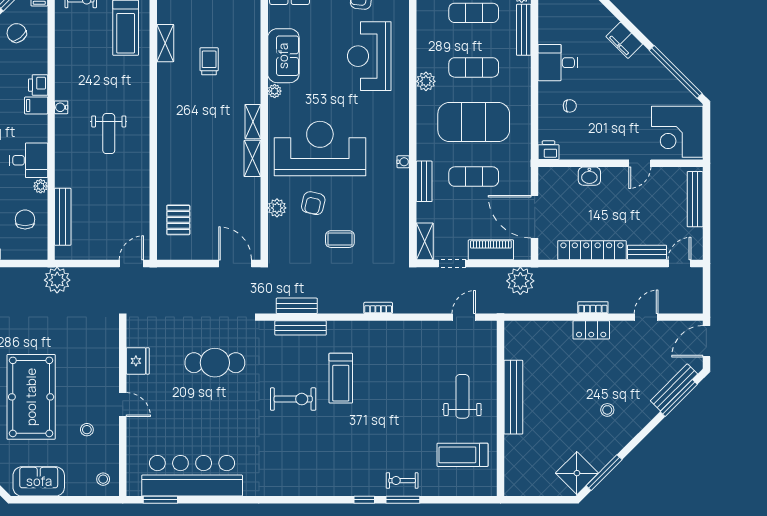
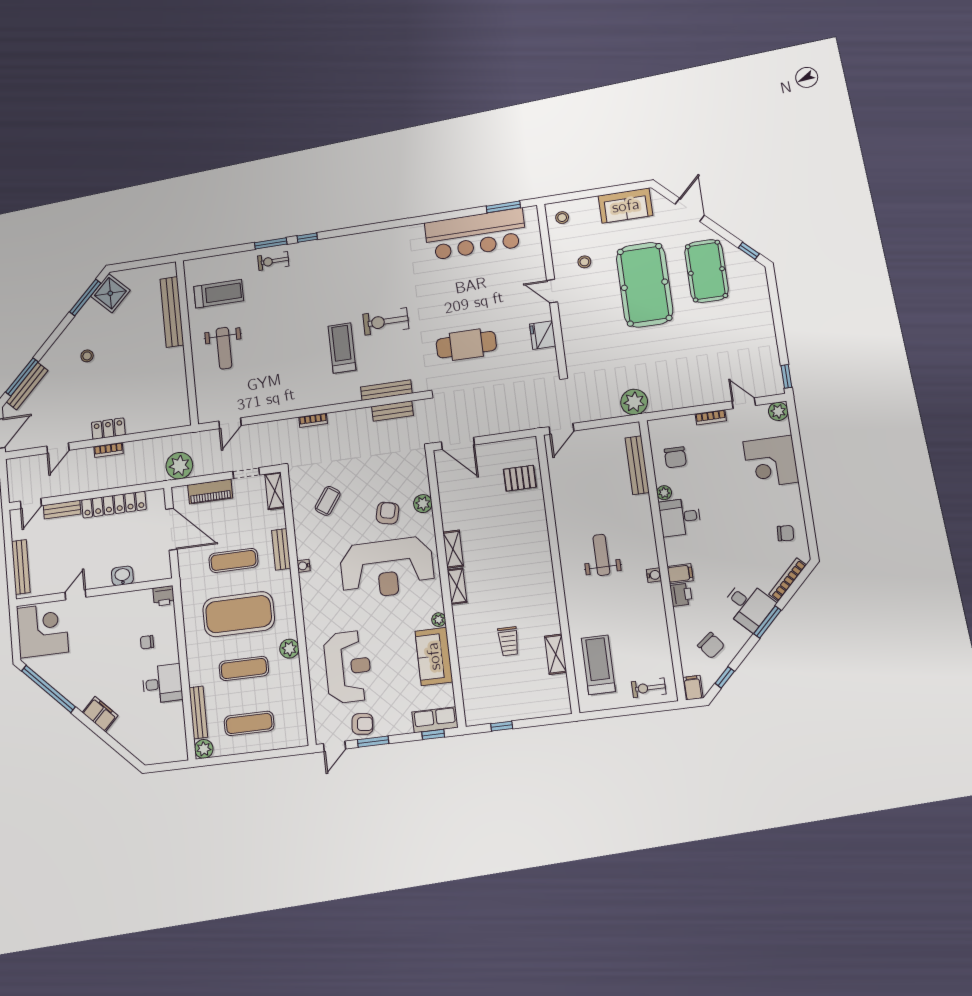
pallet: (178, 220) -> (520, 478), turned 90
coffee table: (340, 239) -> (328, 501), moved, turned -55
bench: (513, 397) -> (172, 312), moved
exercise bike: (402, 481) -> (273, 261), turned 180

